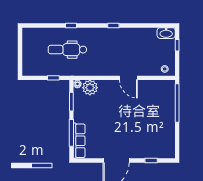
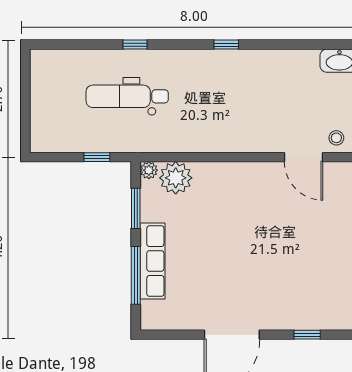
door: (128, 78) -> (304, 157), moved
row of seats: (79, 141) -> (152, 261), moved

